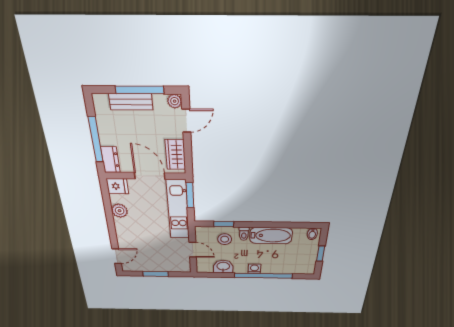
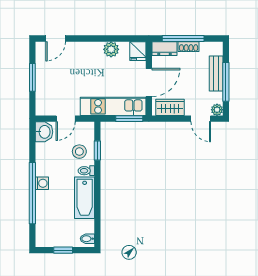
shoe rack: (104, 134) -> (189, 47), added
door: (117, 256) -> (56, 38), hinge flipped
washbasin: (223, 267) -> (44, 132), moved

